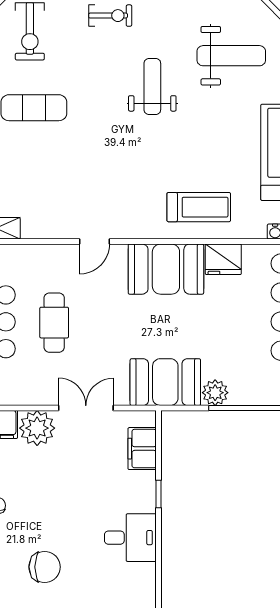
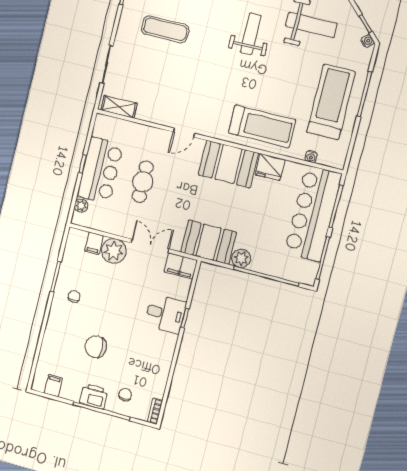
treadmill: (199, 207) -> (262, 126), width x1.37, depth x1.38
filing cabinet: (142, 449) -> (181, 266), moved, turned -90
desk: (130, 538) -> (165, 314), moved
chair: (45, 567) -> (96, 347), turned 180

